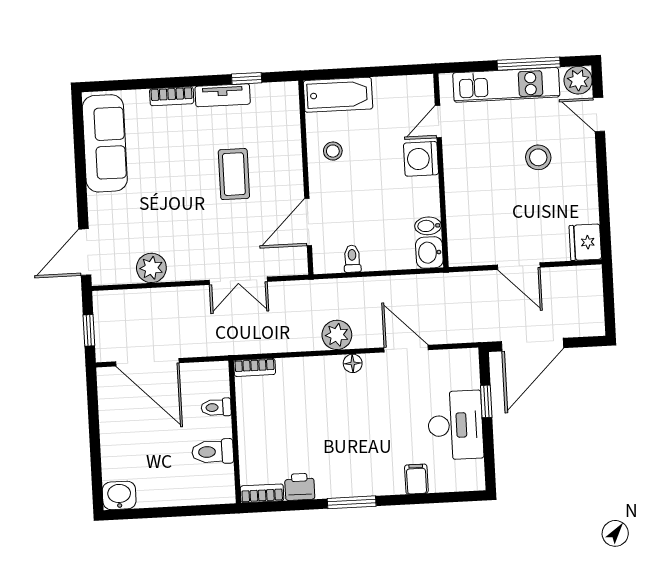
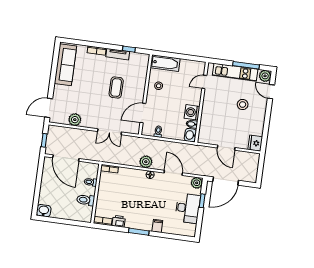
washing machine: (421, 159) -> (192, 112), moved
plant: (466, 362) -> (197, 183), added
filing cabinet: (416, 479) -> (157, 226), moved

